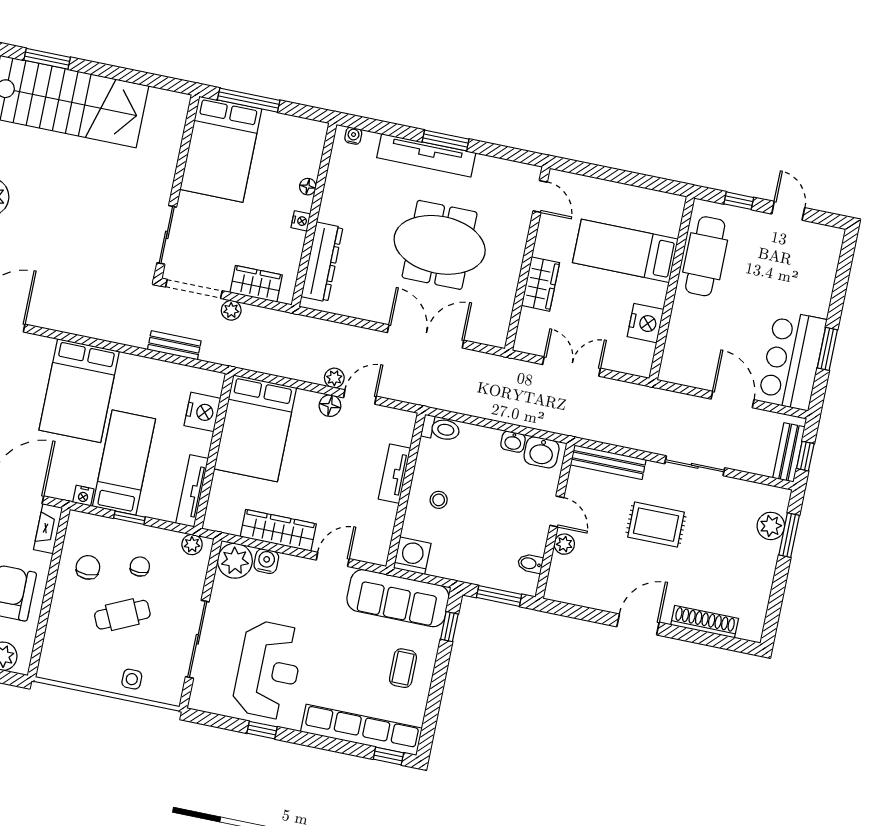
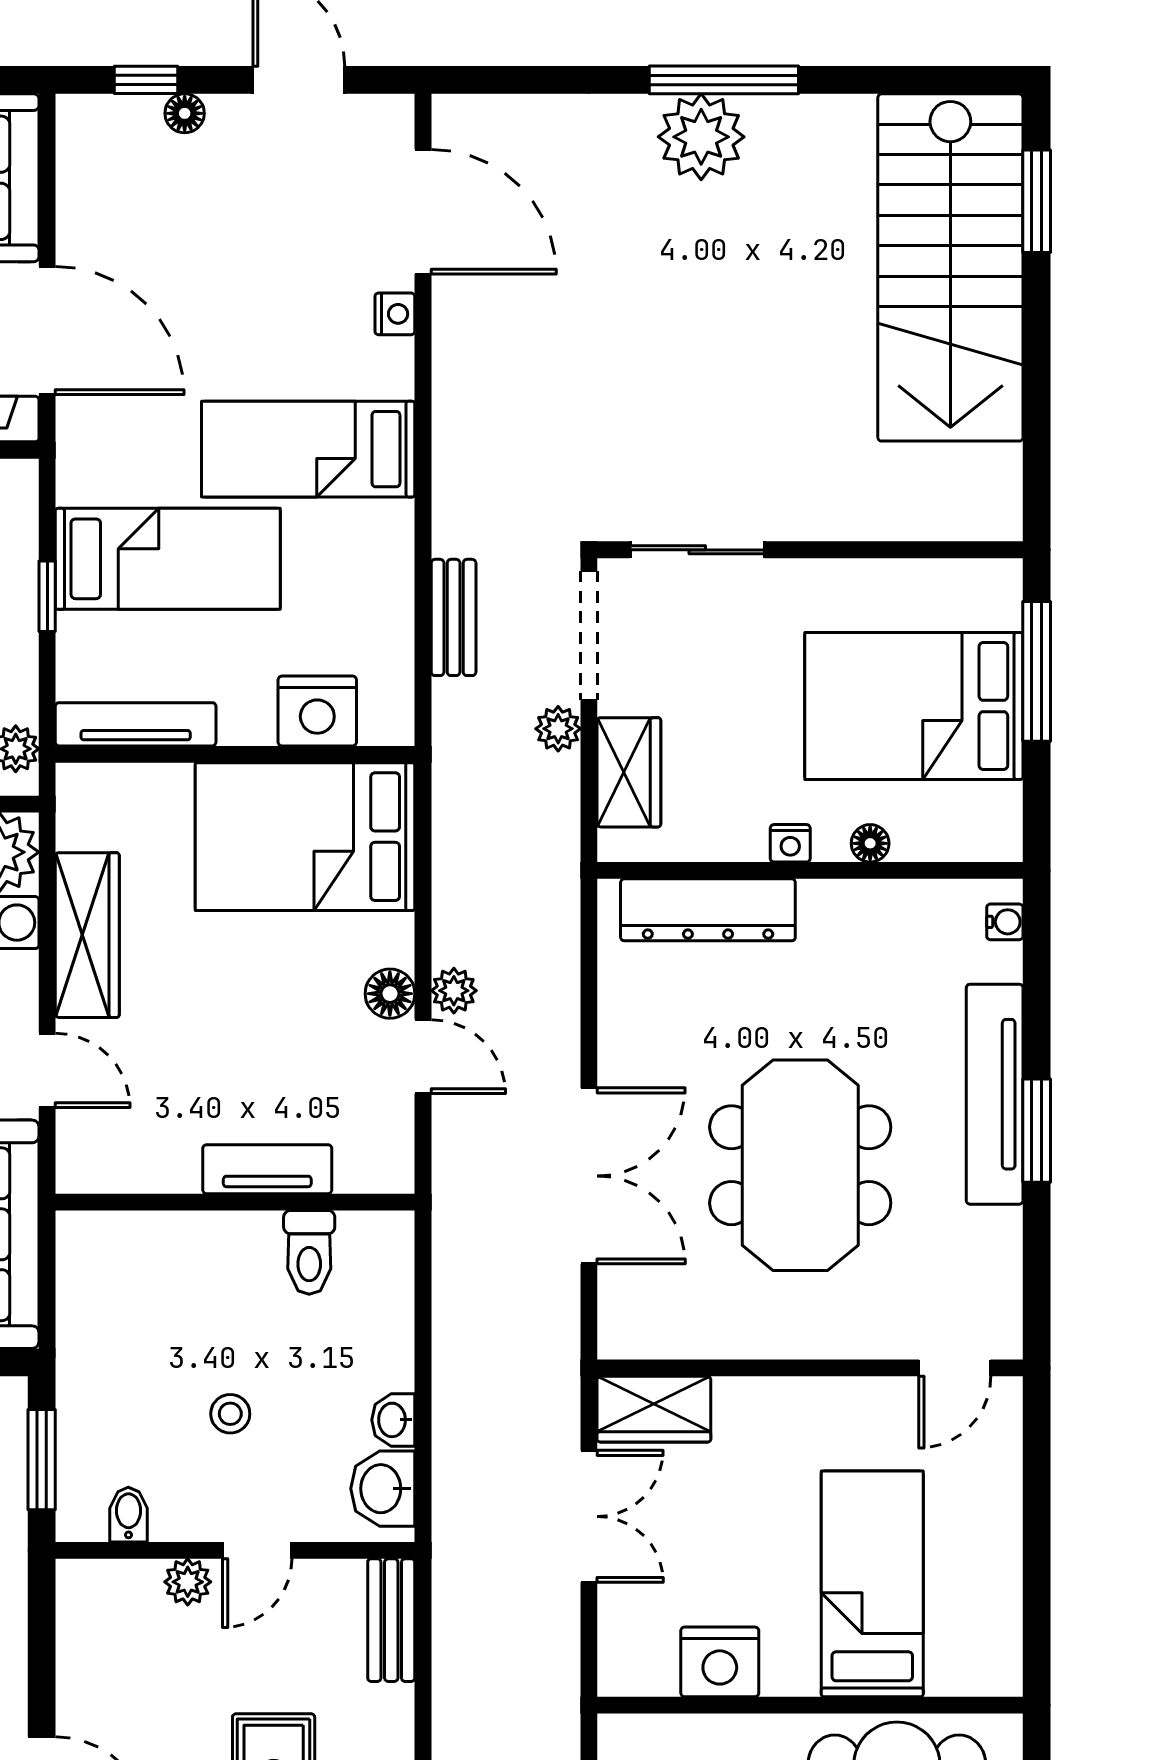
bed: (221, 149) -> (914, 706), moved
wardrobe: (541, 284) -> (654, 1409), moved
bed: (79, 391) -> (308, 449), width x0.67
toilet: (441, 429) -> (309, 1252), moved
bench: (608, 462) -> (391, 1620), width x0.73
nightstand: (83, 496) -> (395, 314), moved, turned 180
stool: (439, 500) -> (230, 1414), moved
washing machine: (412, 556) -> (92, 1247), removed

